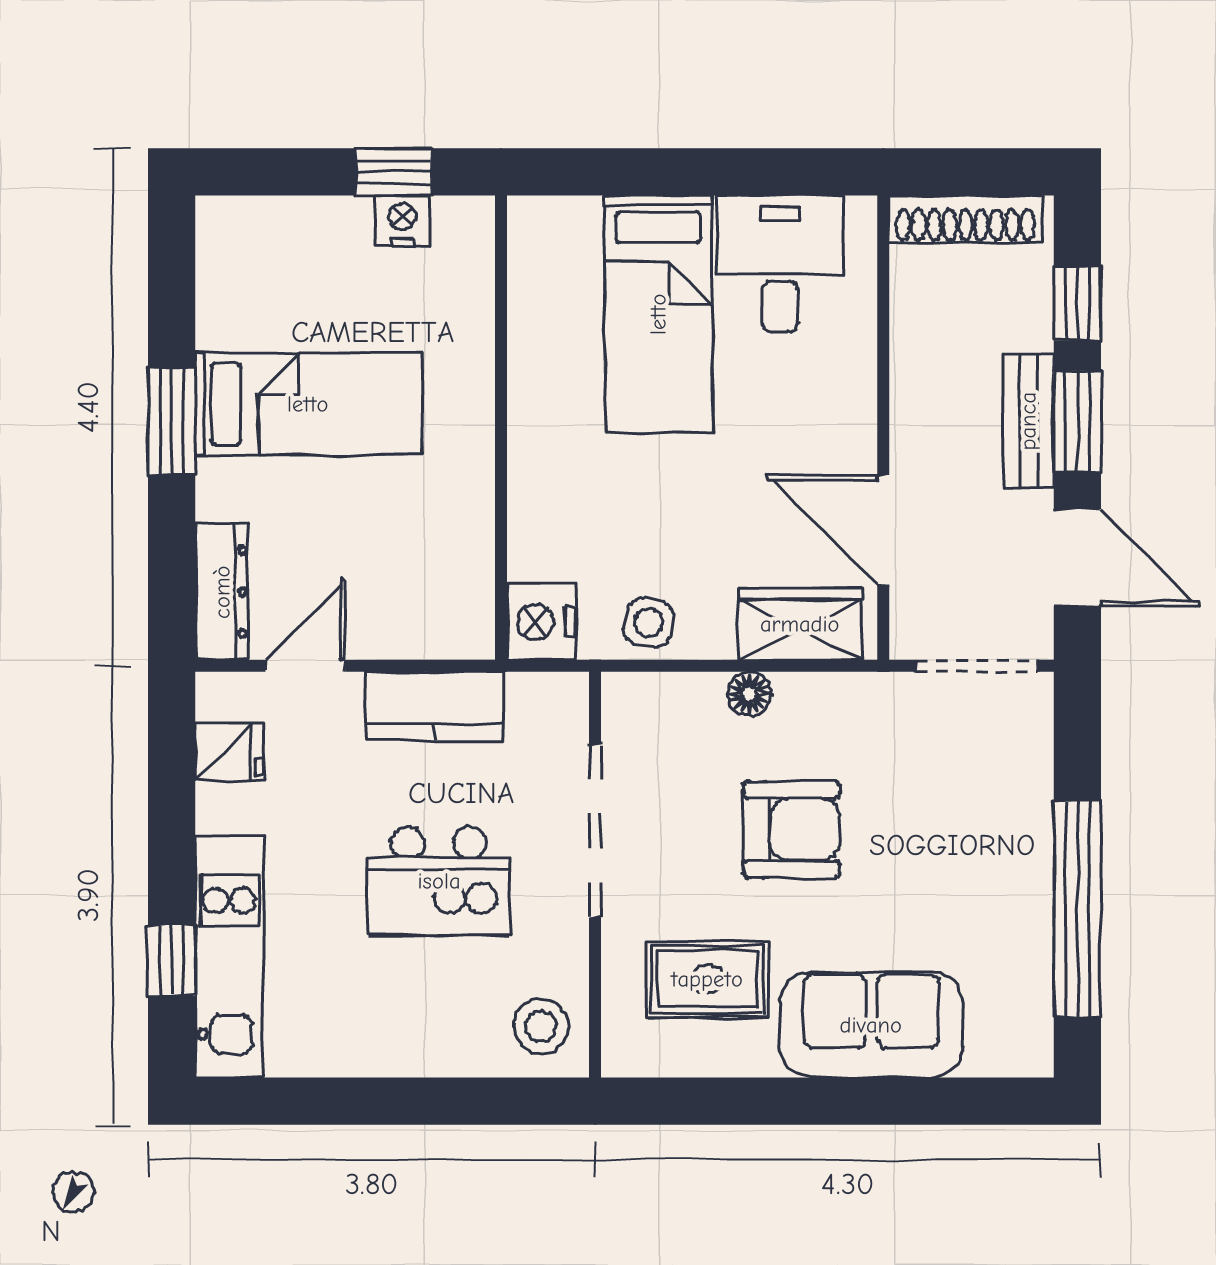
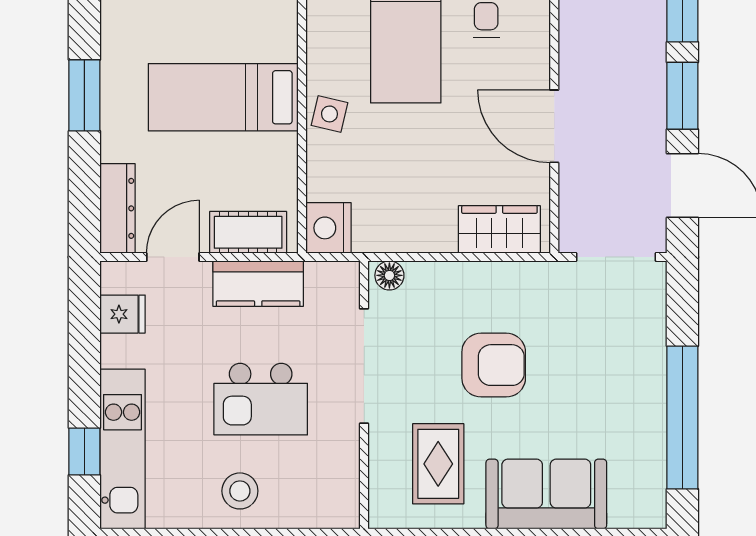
bed: (308, 404) -> (223, 97), moved, turned 180
bench: (1028, 421) -> (650, 95), removed
door: (883, 530) -> (554, 126), moved
side table: (649, 623) -> (329, 114), moved
cot: (420, 628) -> (248, 232), added
floor lamp: (749, 694) -> (389, 275), moved
rug: (707, 979) -> (438, 464), turned 90
stool: (541, 1026) -> (240, 491), moved

